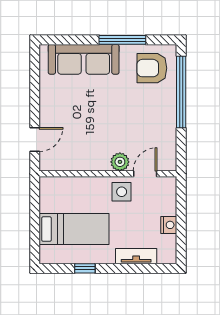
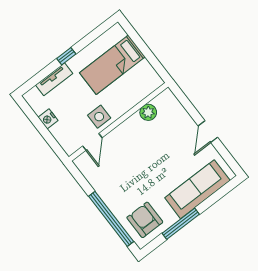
armchair: (152, 68) -> (145, 220), turned -90
door: (35, 139) -> (208, 132), moved
plant: (120, 162) -> (148, 112), moved
window: (85, 268) -> (66, 56), moved

